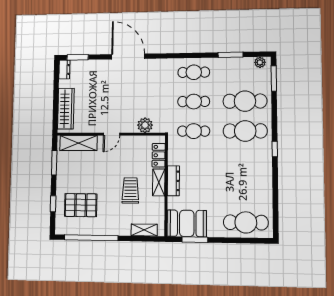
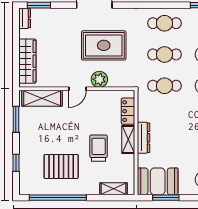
rug: (136, 94) -> (104, 45), added
plant: (145, 125) -> (99, 79), moved
pallet: (81, 205) -> (61, 166), moved

